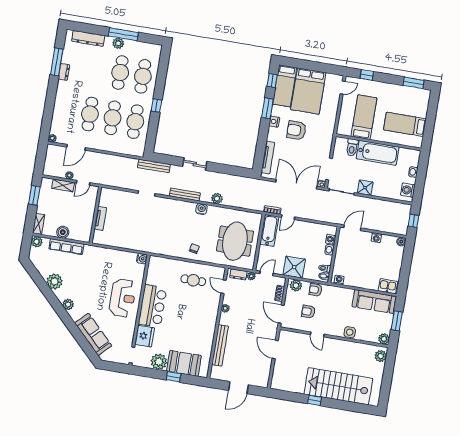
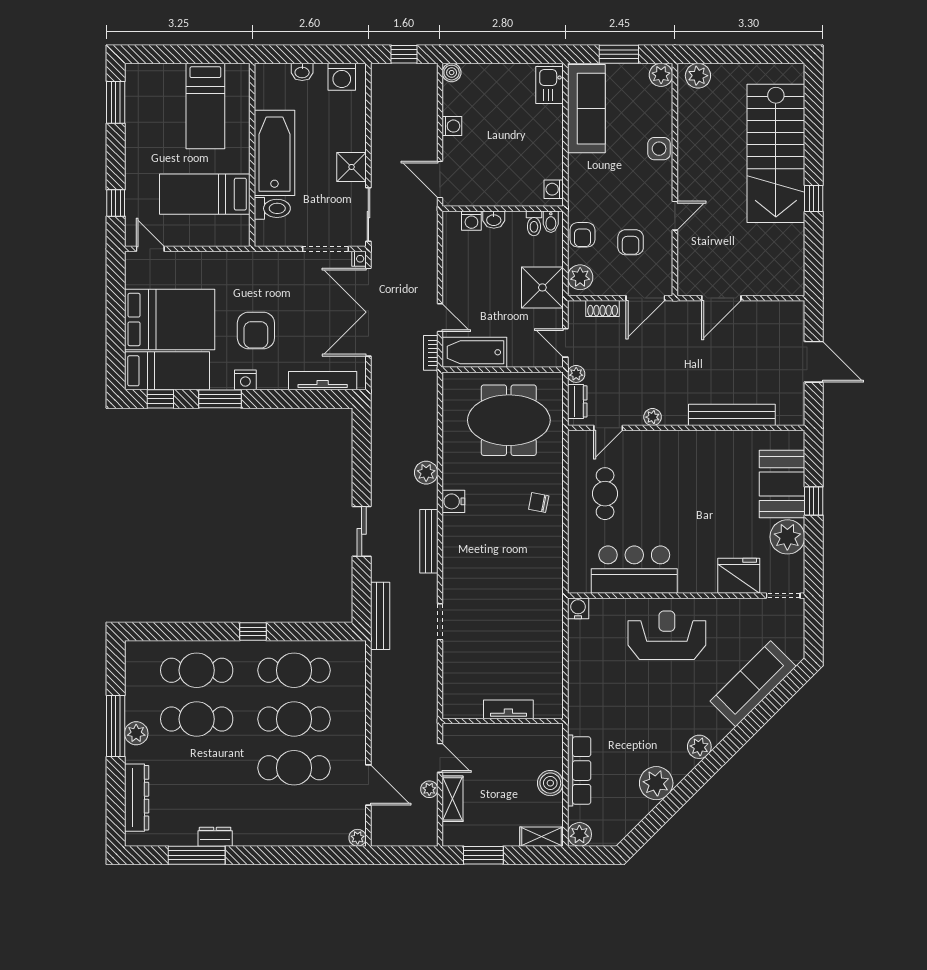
bar counter: (153, 306) -> (634, 570), moved

